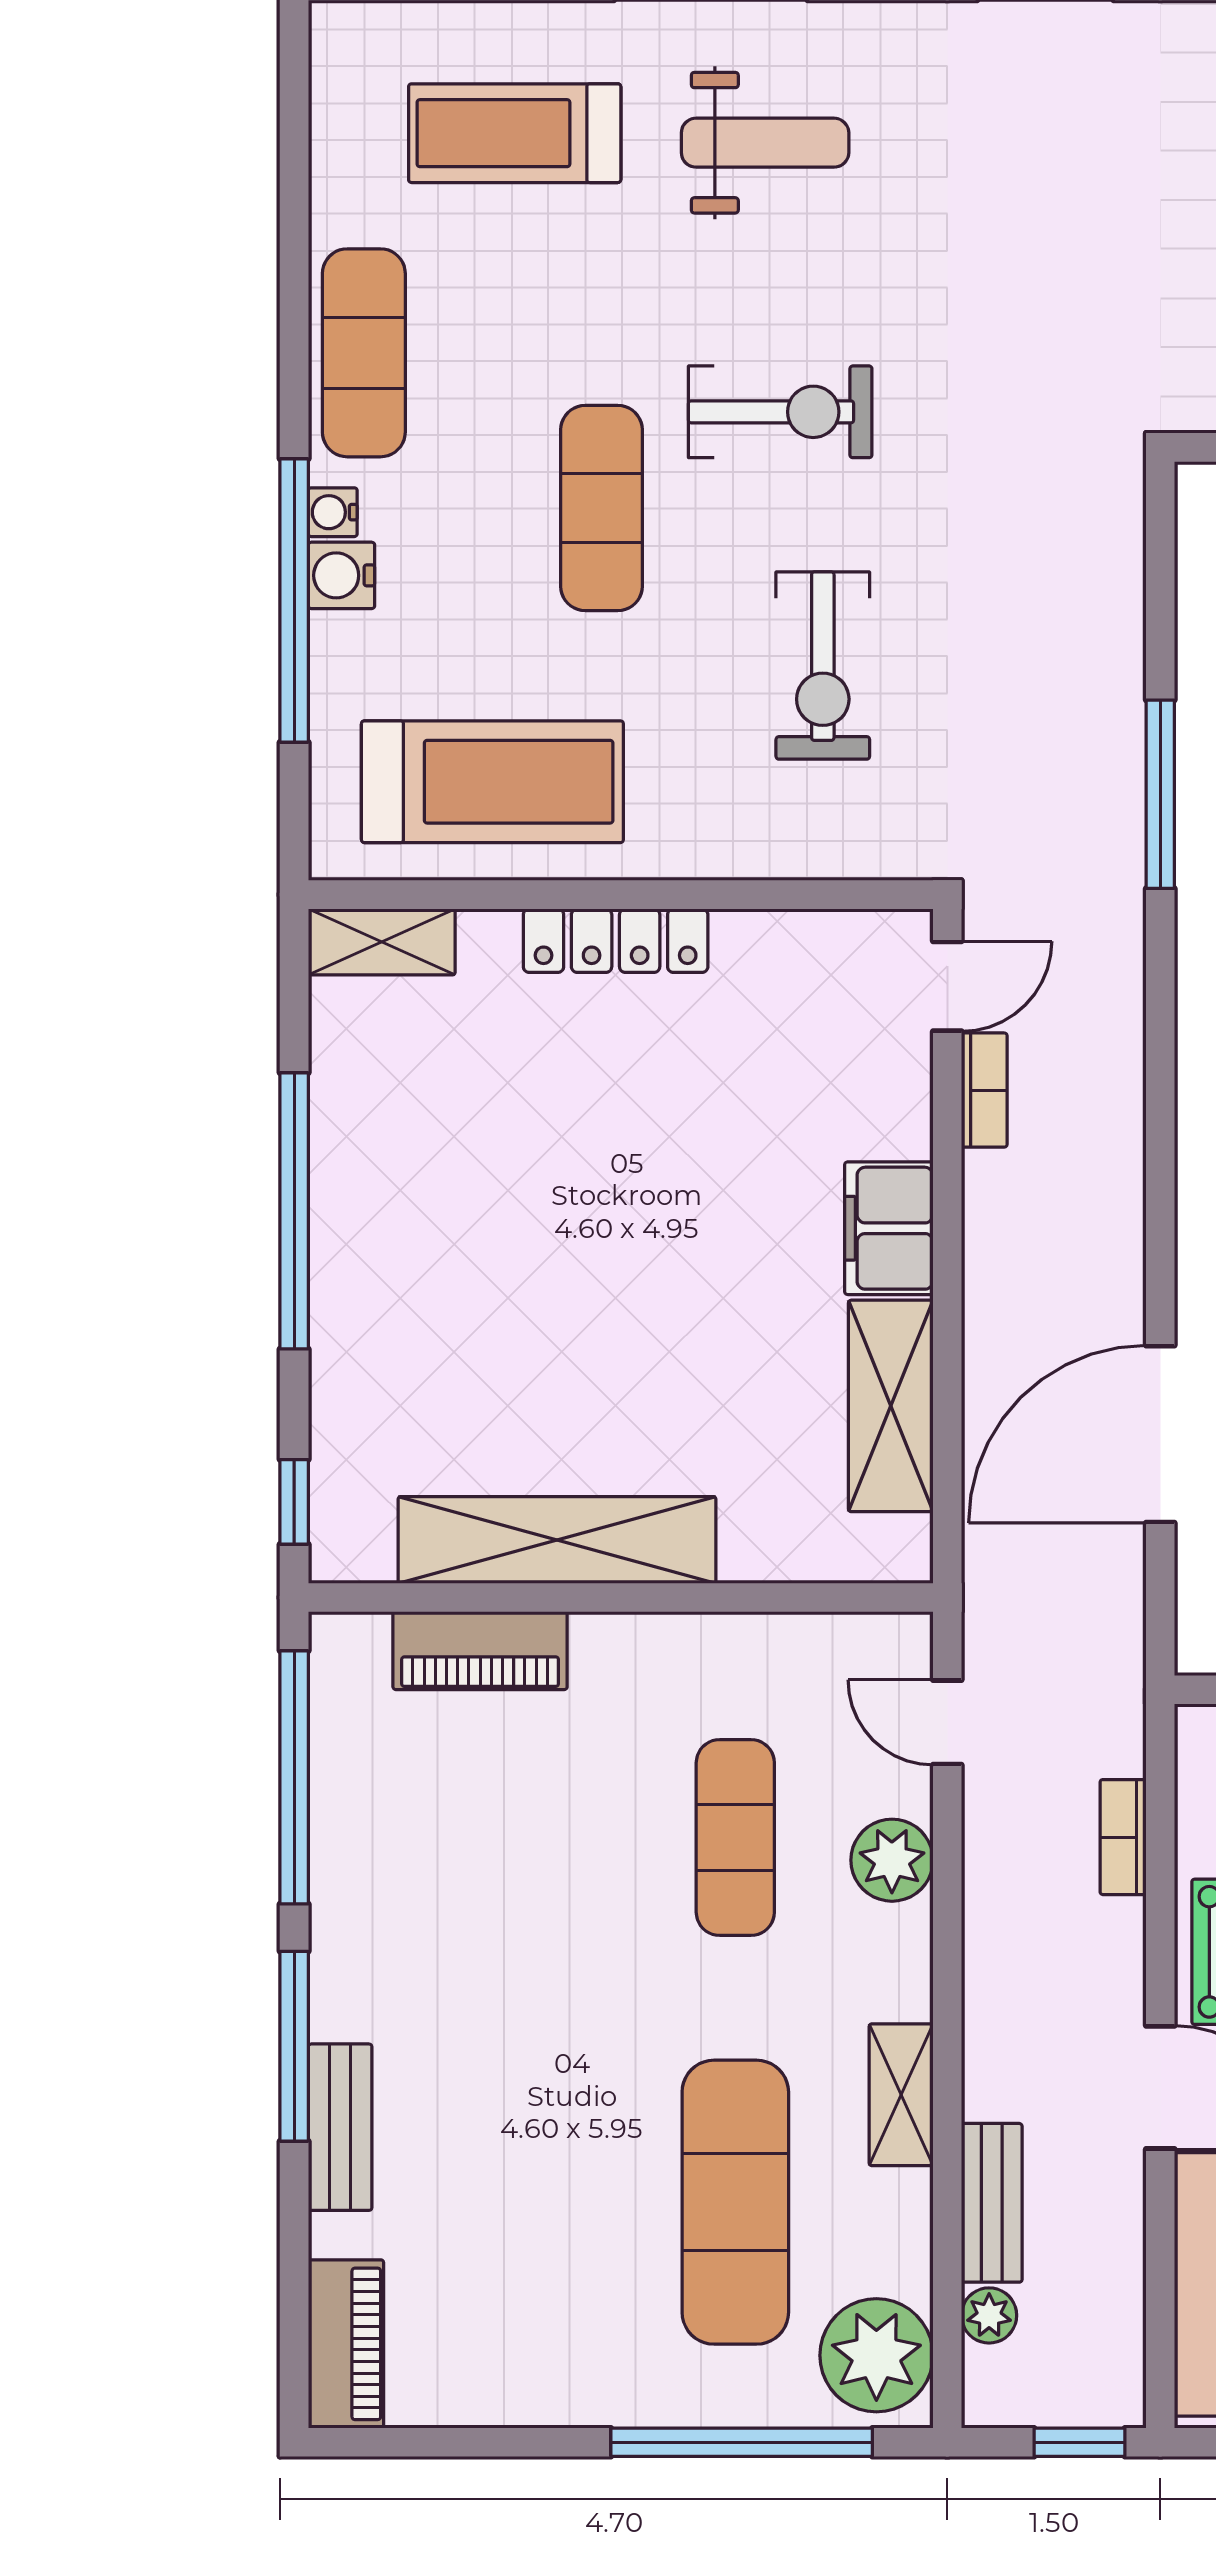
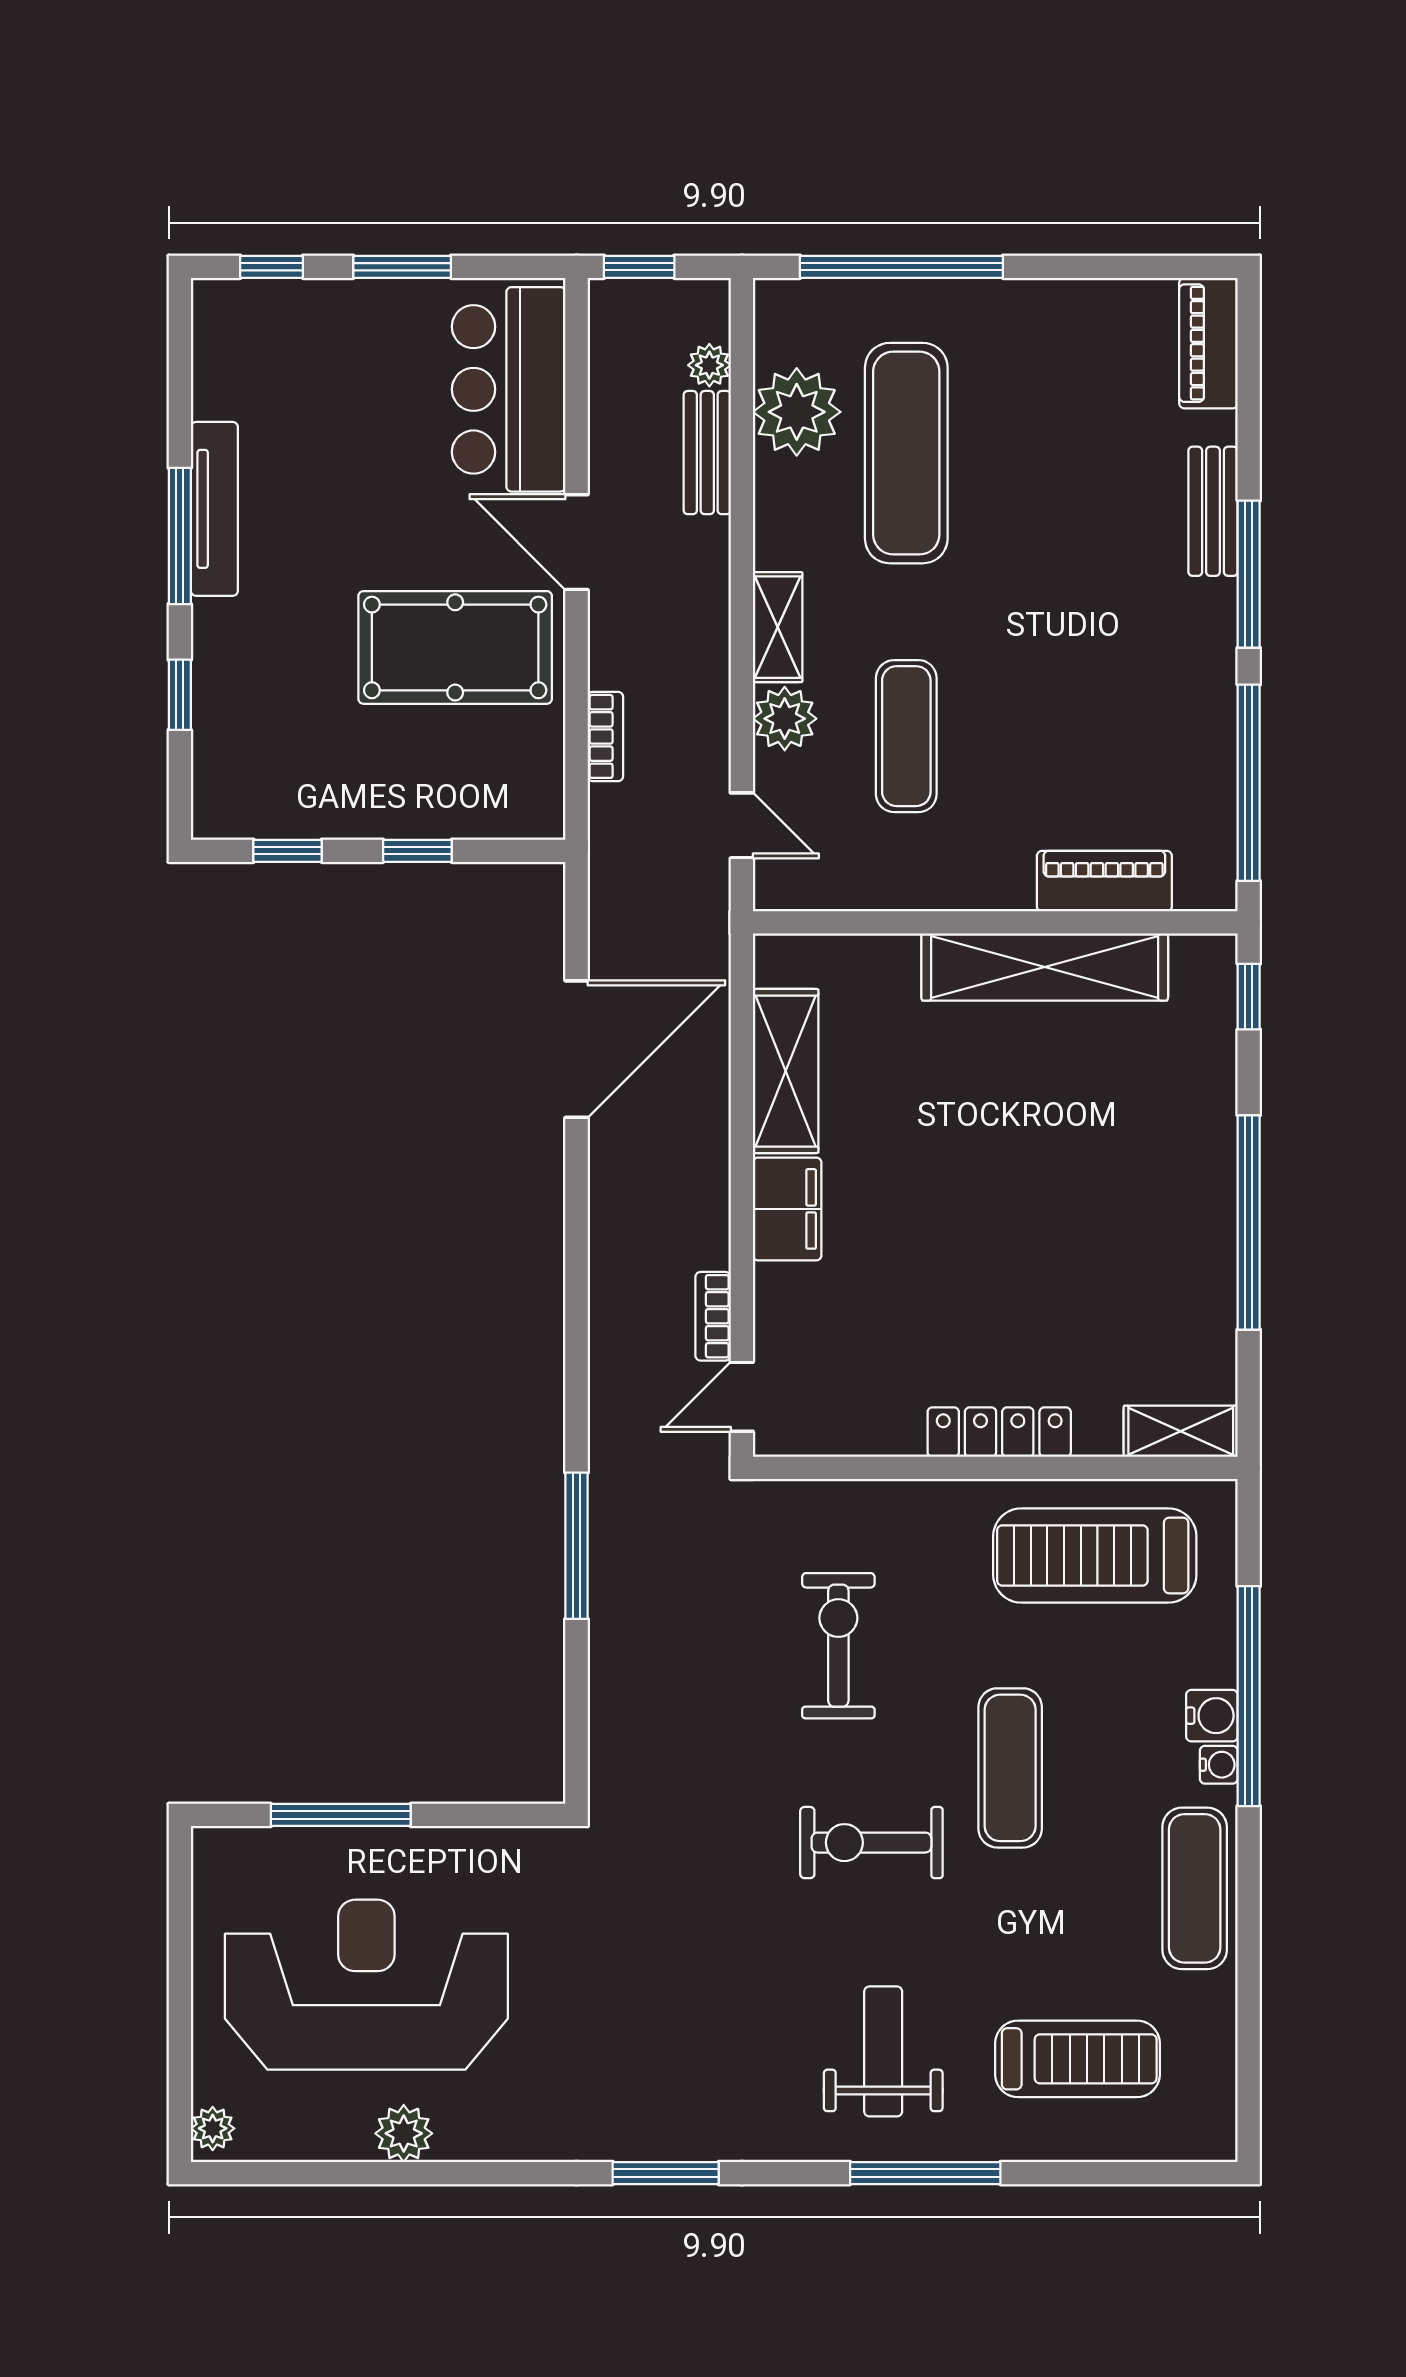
weight bench: (765, 143) -> (883, 2051), turned 90
shelving: (901, 2095) -> (778, 627), moved
plant: (876, 2355) -> (797, 412), moved

